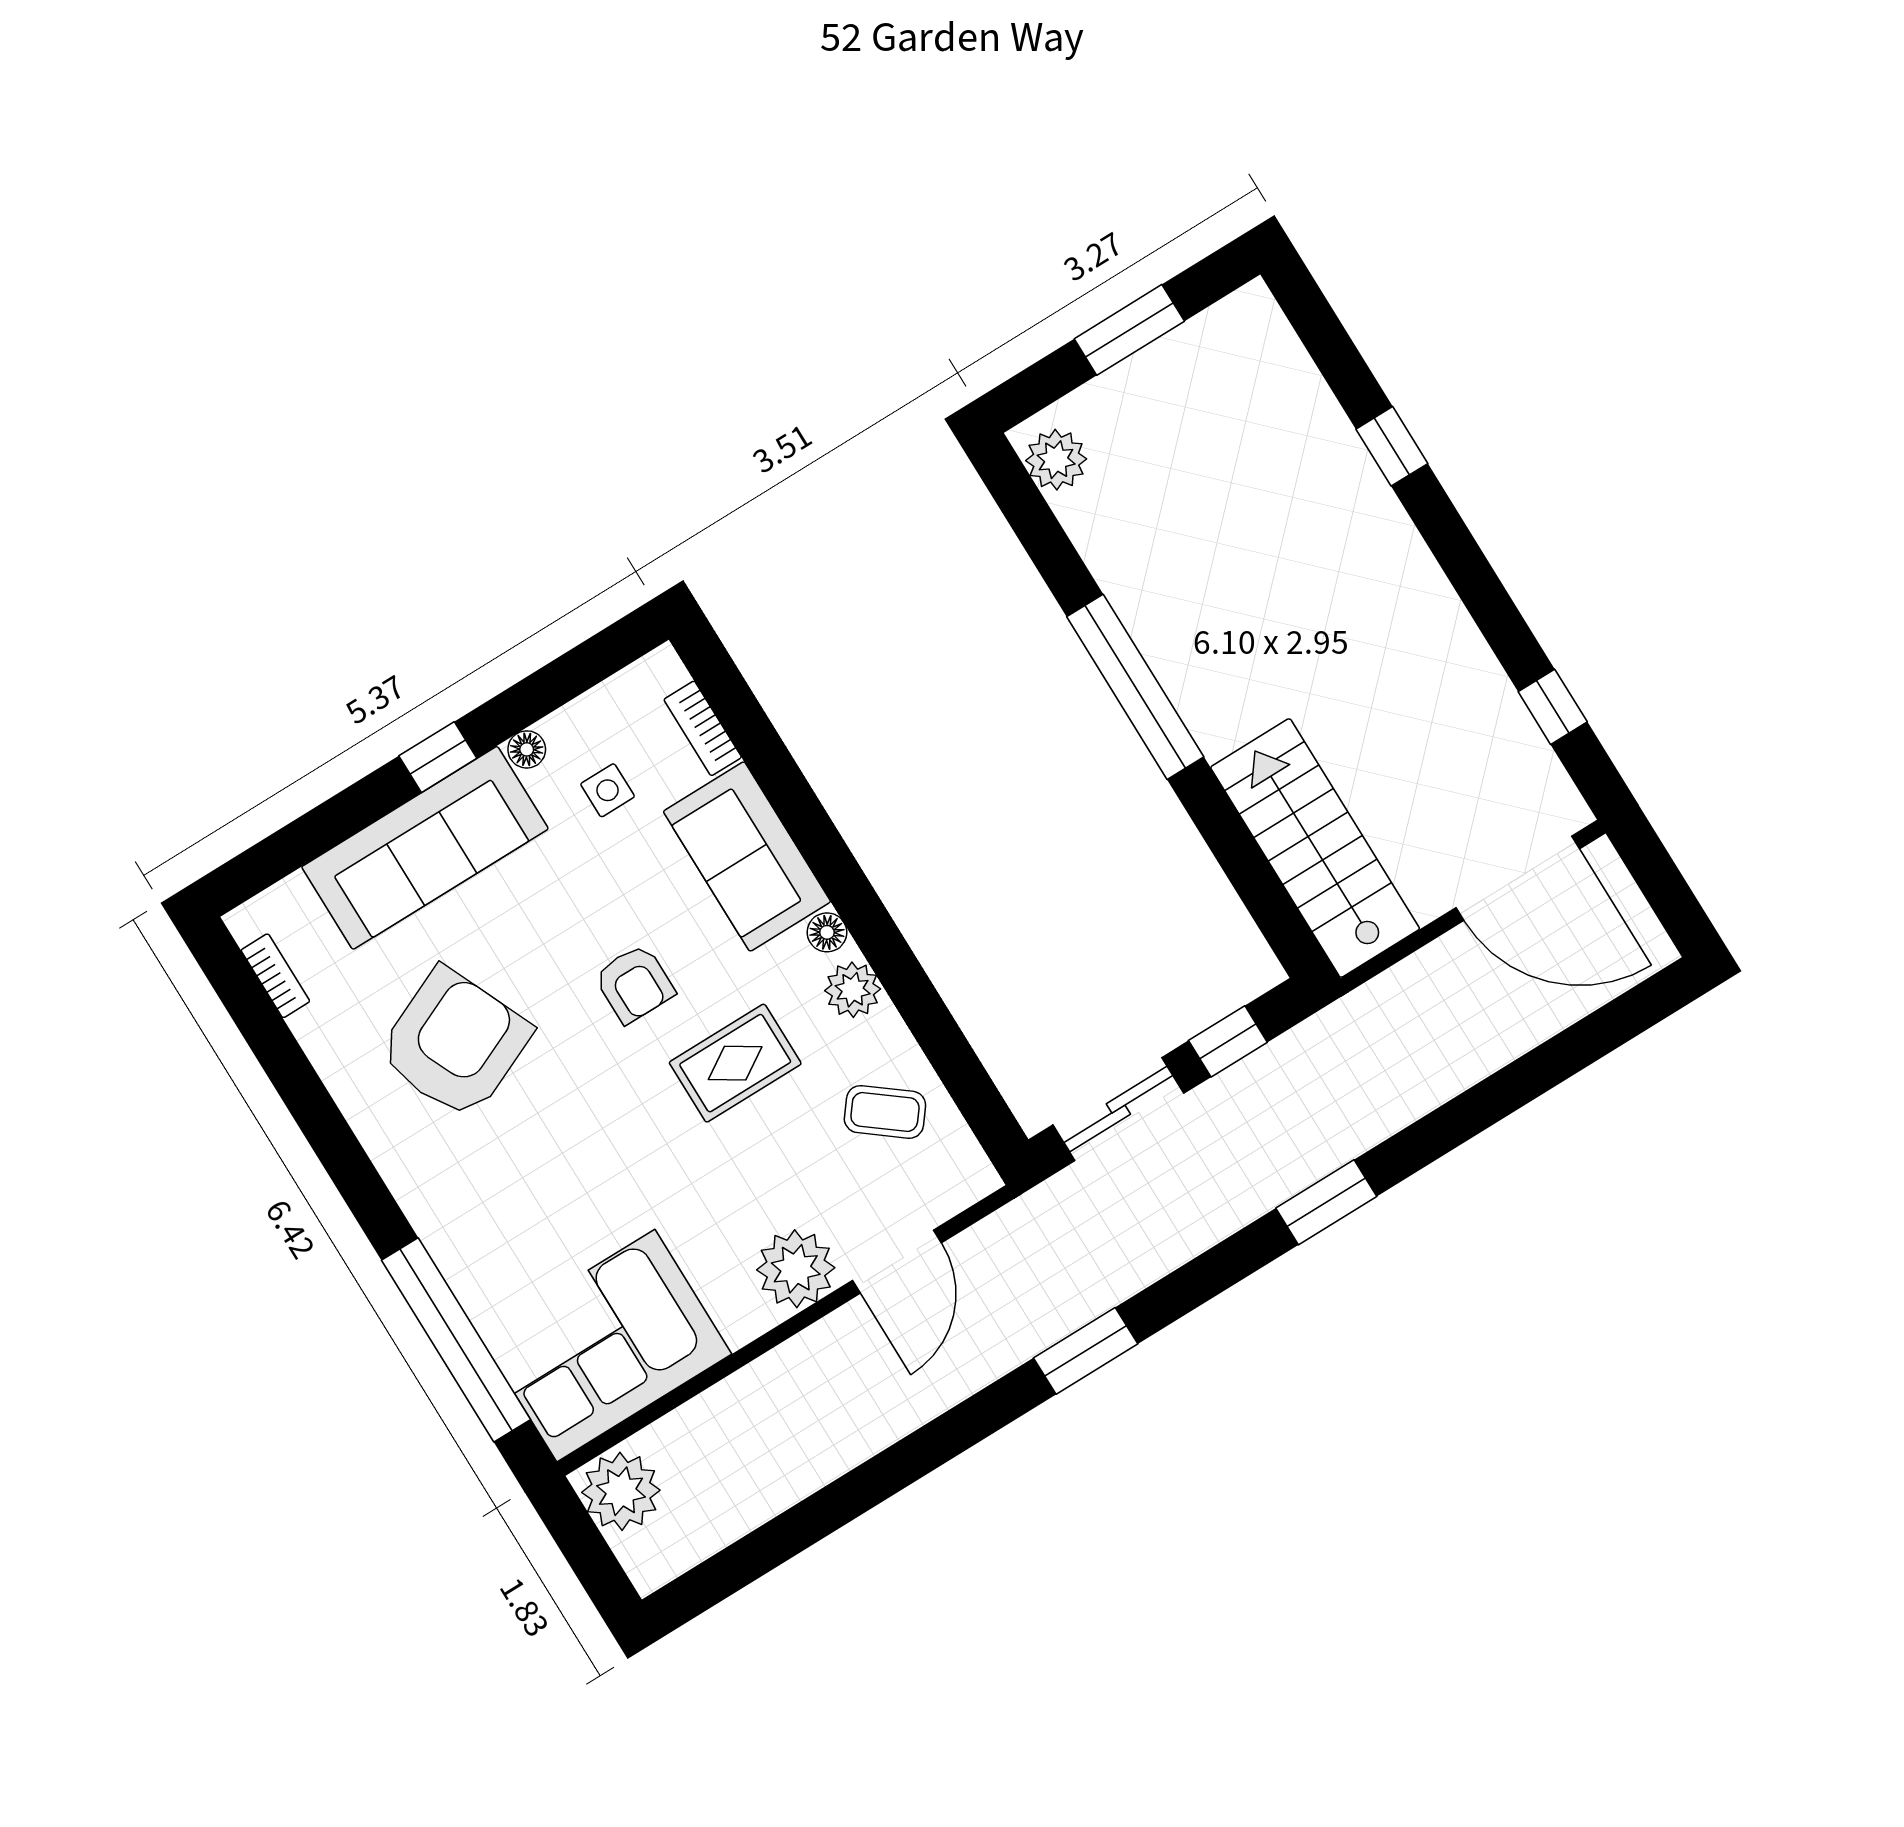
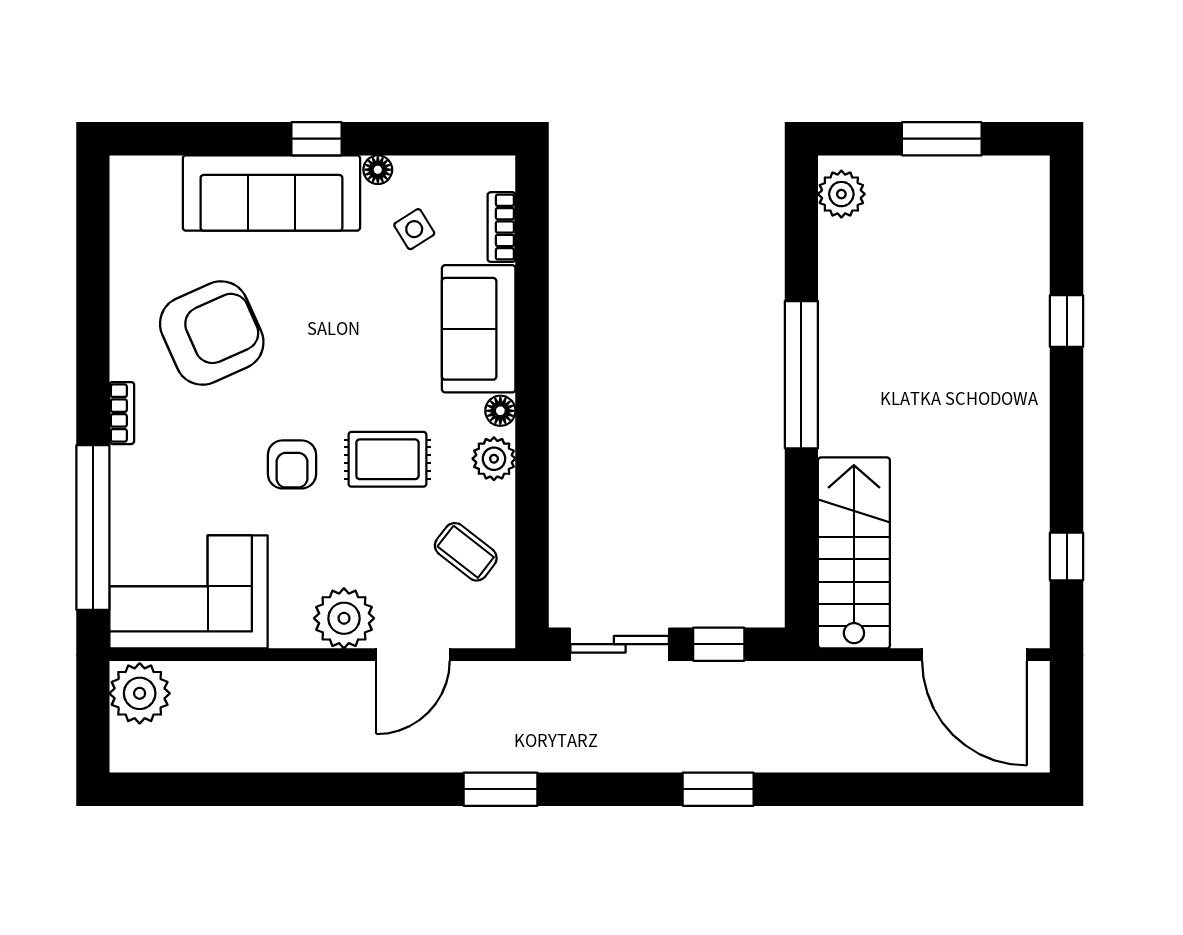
side table: (608, 790) -> (414, 229), turned -32
bookcase: (275, 976) -> (122, 413), moved
armchair: (634, 984) -> (292, 464), moved

